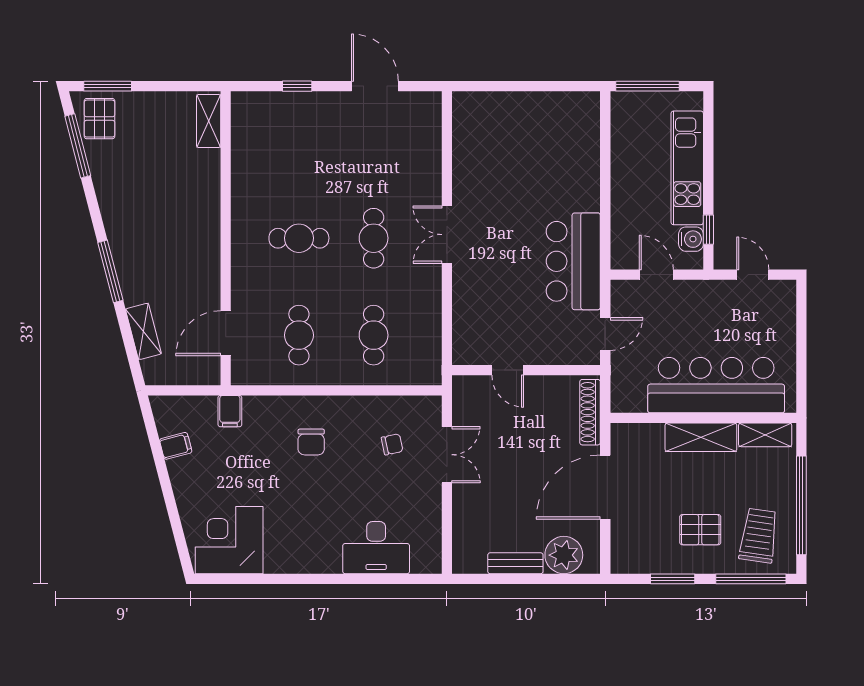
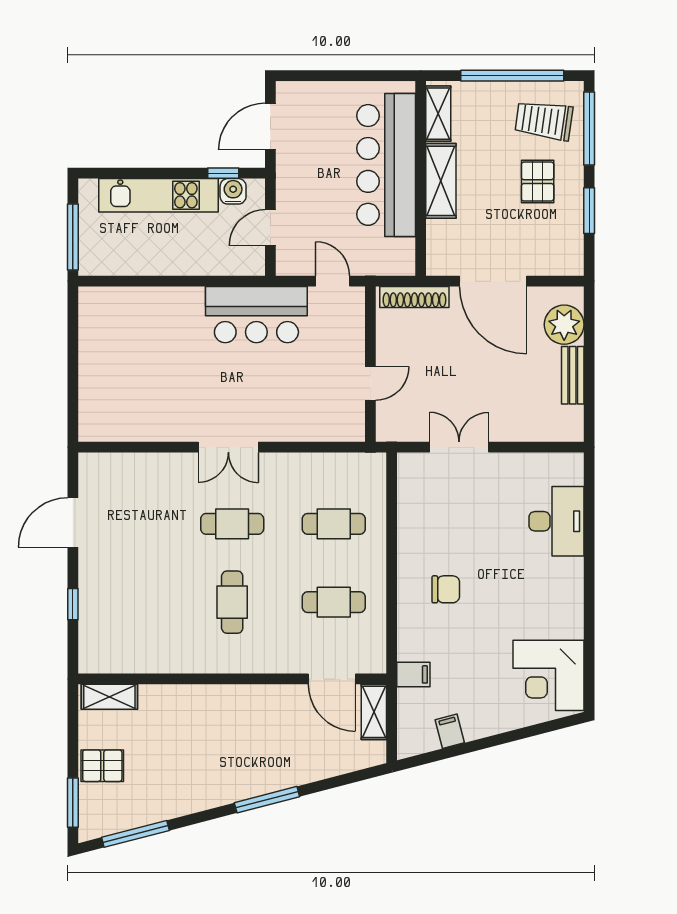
pallet: (99, 119) -> (102, 766), moved
door: (753, 275) -> (270, 127), width x1.38
shelving: (143, 331) -> (374, 712), moved, turned -75
chair: (392, 444) -> (448, 504), removed

